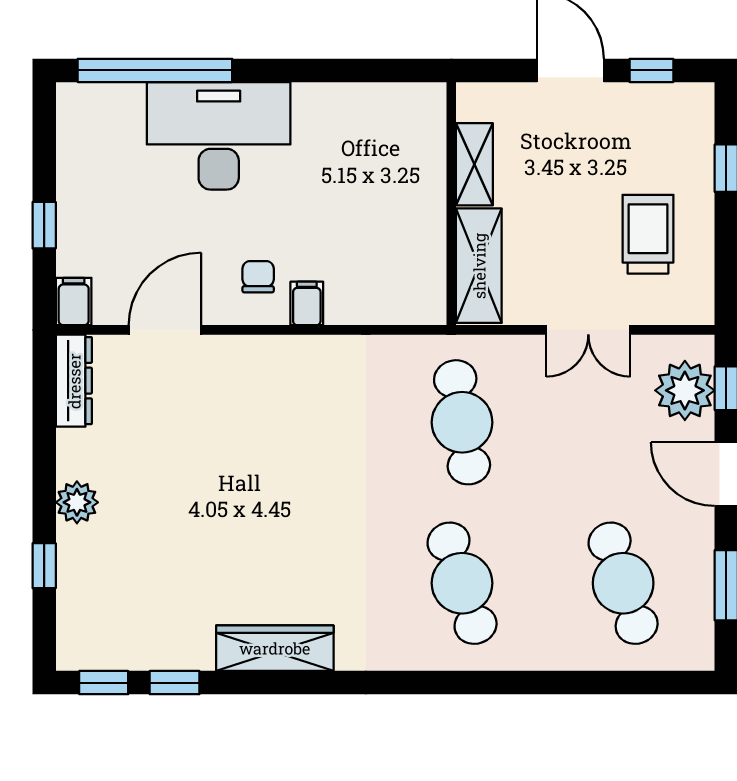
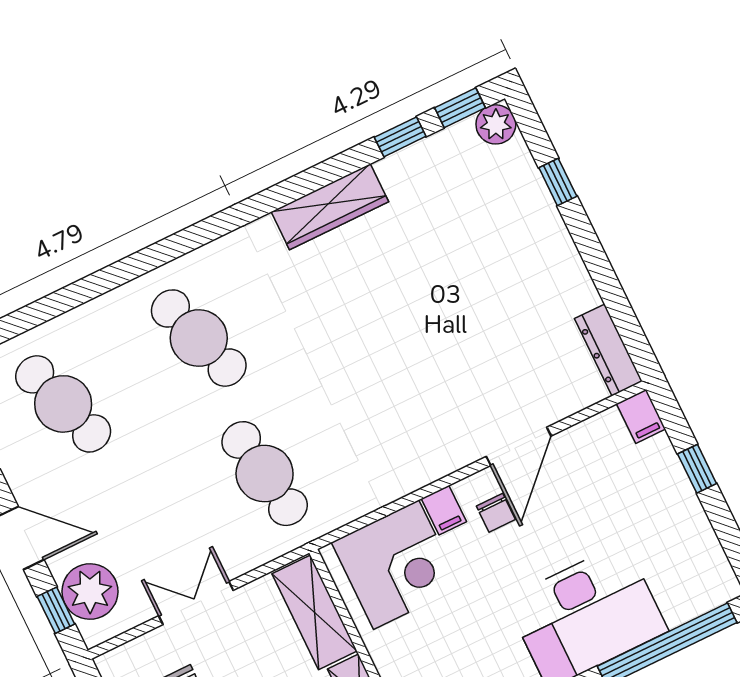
corner desk: (378, 273) -> (396, 565), added
door: (165, 330) -> (519, 446), moved
plant: (77, 502) -> (496, 124), moved

